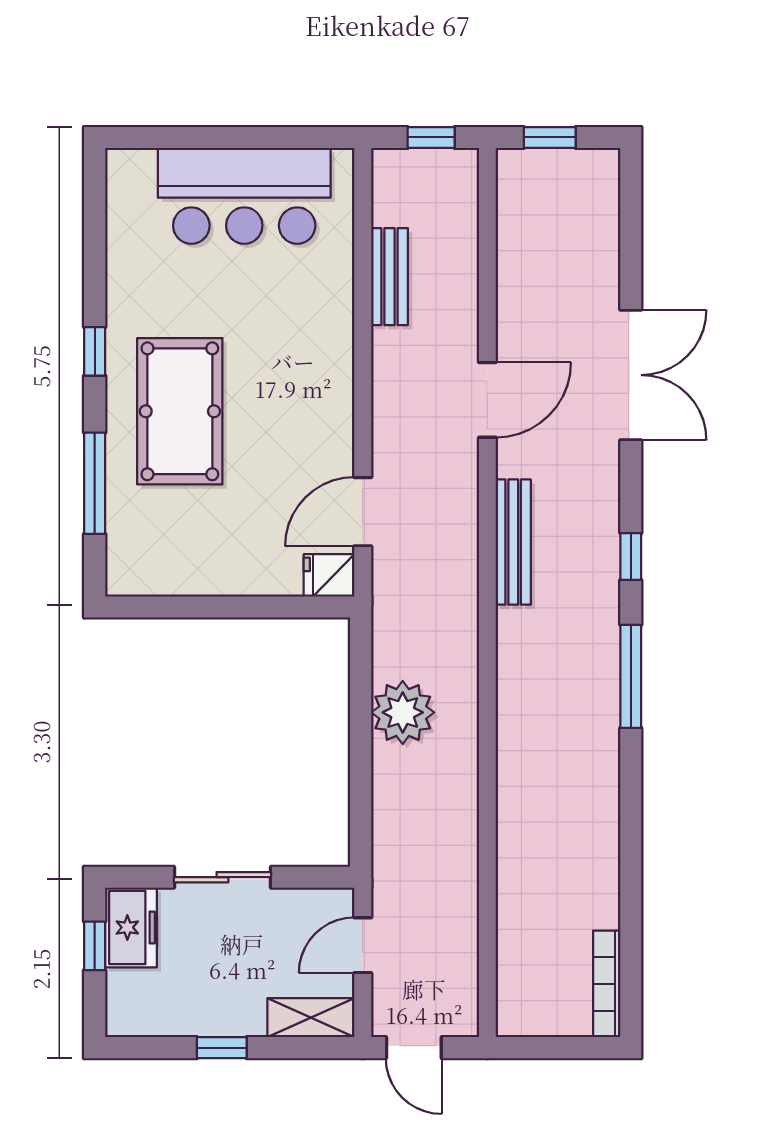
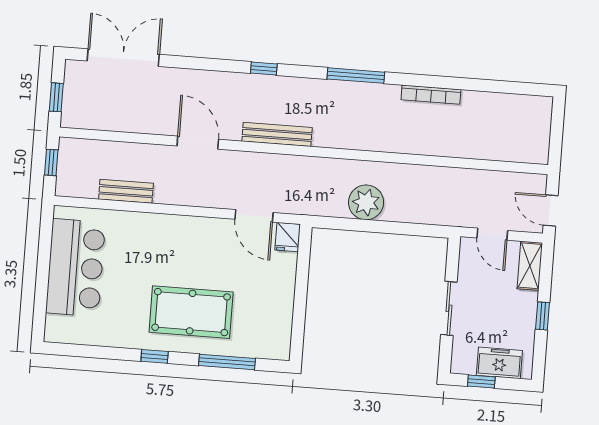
double door: (631, 375) -> (123, 58), moved
window: (631, 557) -> (264, 68), moved
freezer: (131, 927) -> (499, 363), moved
bookcase: (607, 984) -> (431, 95), moved
door: (414, 1048) -> (551, 210), swing flipped

